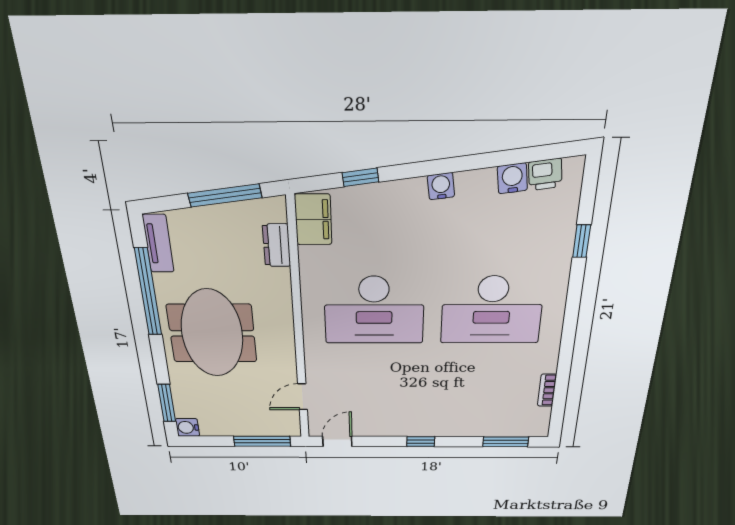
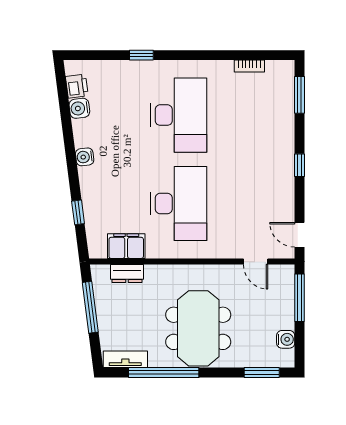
filing cabinet: (313, 220) -> (126, 246), moved
window: (582, 241) -> (141, 55), moved
meeting table: (212, 333) -> (198, 328), turned 90
water cooler: (187, 427) -> (286, 339), moved, turned -90

